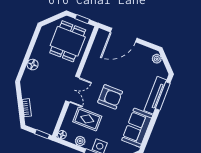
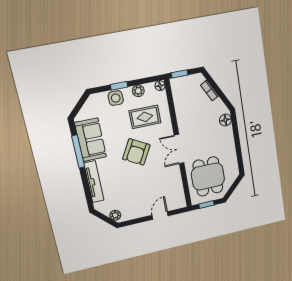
door: (124, 35) -> (160, 216), width x0.53
floor lamp: (33, 65) -> (225, 120), moved
double door: (72, 89) -> (179, 149), moved
window: (163, 96) -> (78, 152), moved
armchair: (110, 97) -> (136, 152), turned -61

